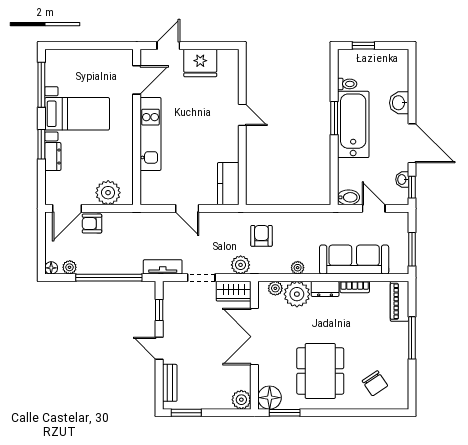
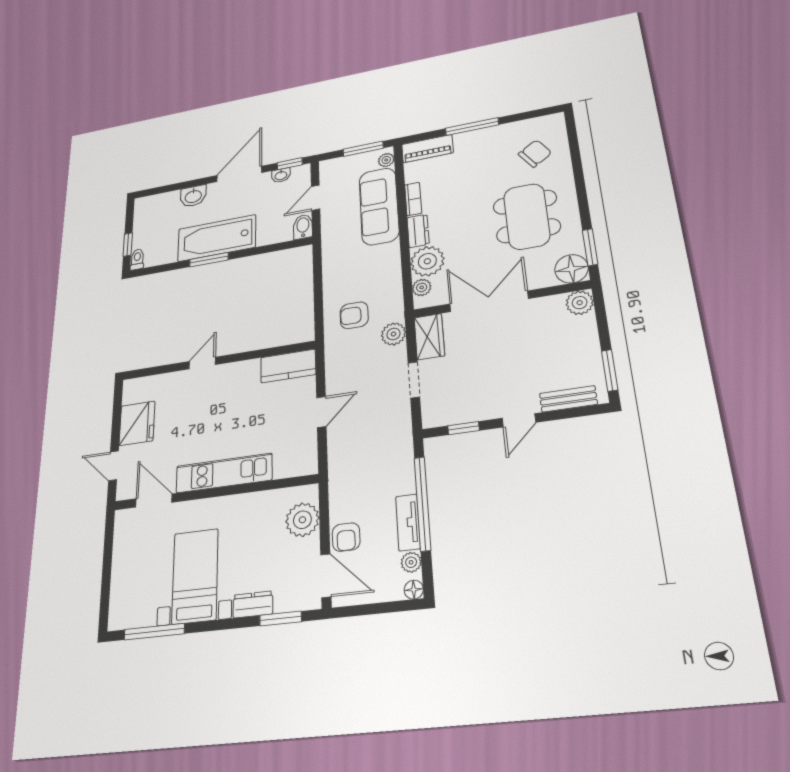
toilet: (347, 84) -> (137, 259), moved
window: (41, 144) -> (281, 618), moved
tv unit: (163, 267) -> (408, 522), moved
plant: (298, 268) -> (386, 160), moved
double door: (254, 337) -> (489, 301), swing flipped
dining table: (320, 371) -> (527, 216), turned 90

